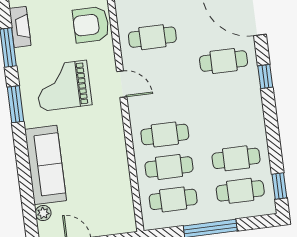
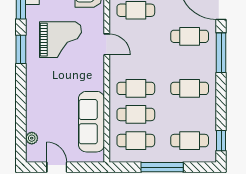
window: (265, 77) -> (221, 53), width x2.17
grand piano: (63, 86) -> (60, 40), turned 180
cafe table: (236, 158) -> (190, 88), moved
sofa: (46, 165) -> (91, 122), moved, turned 180

